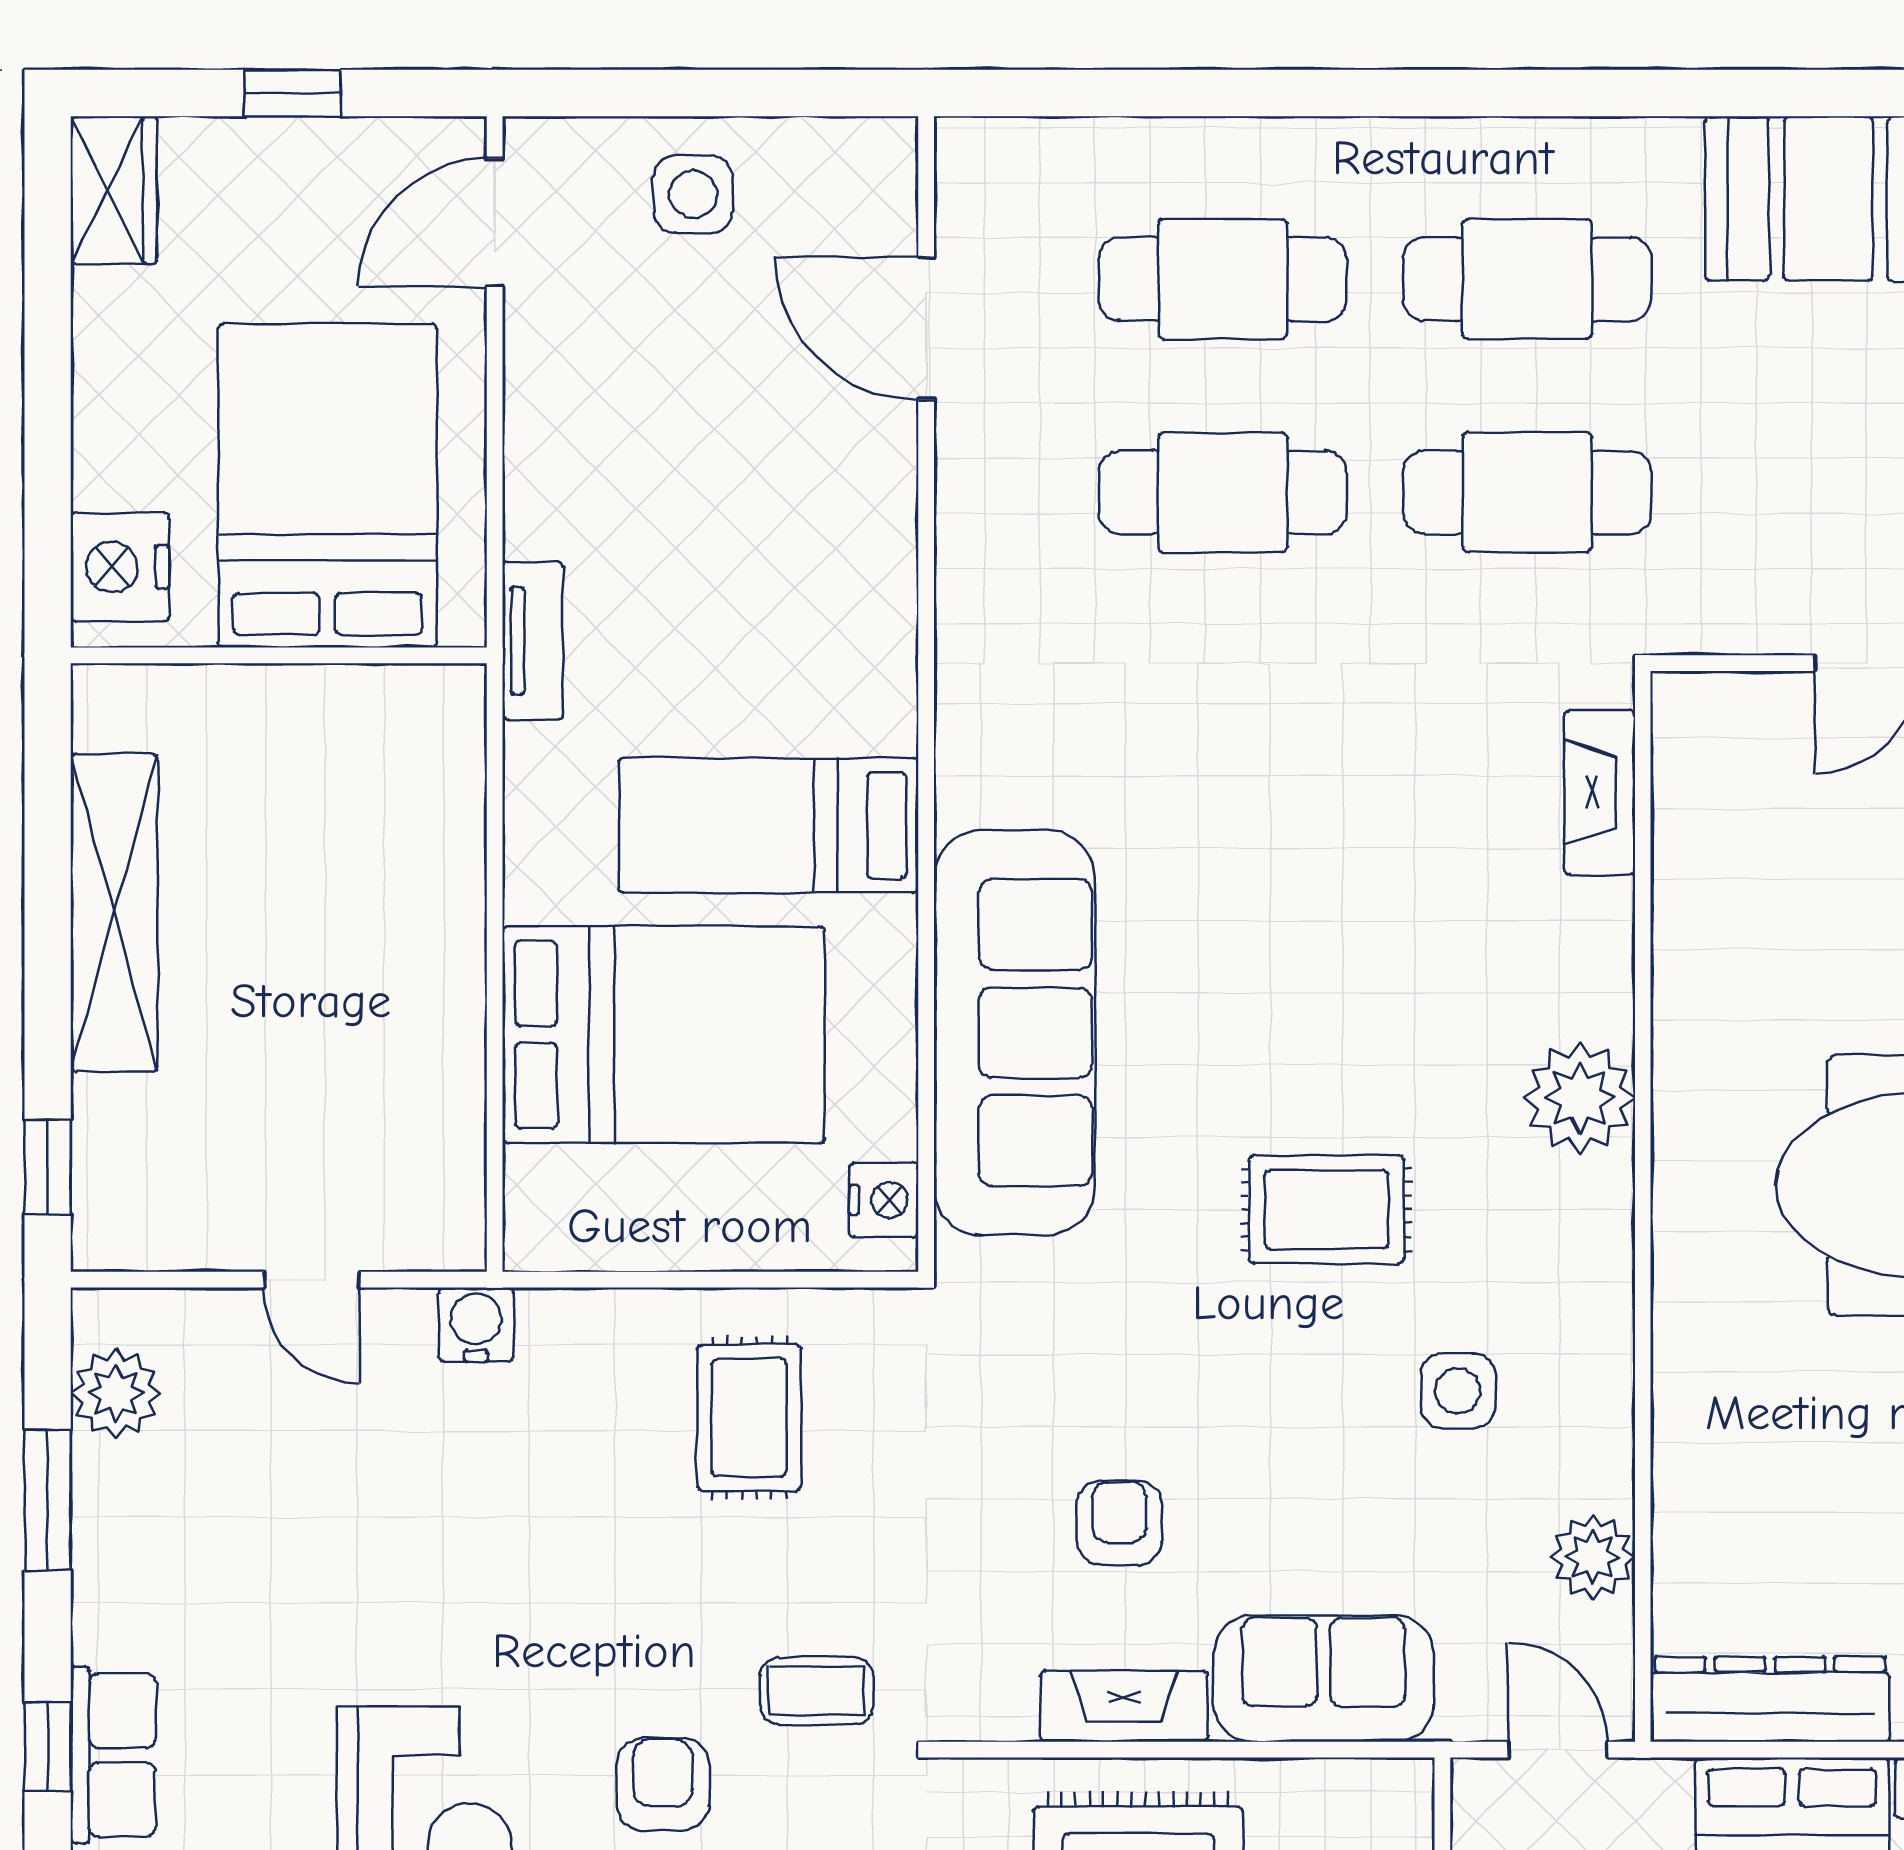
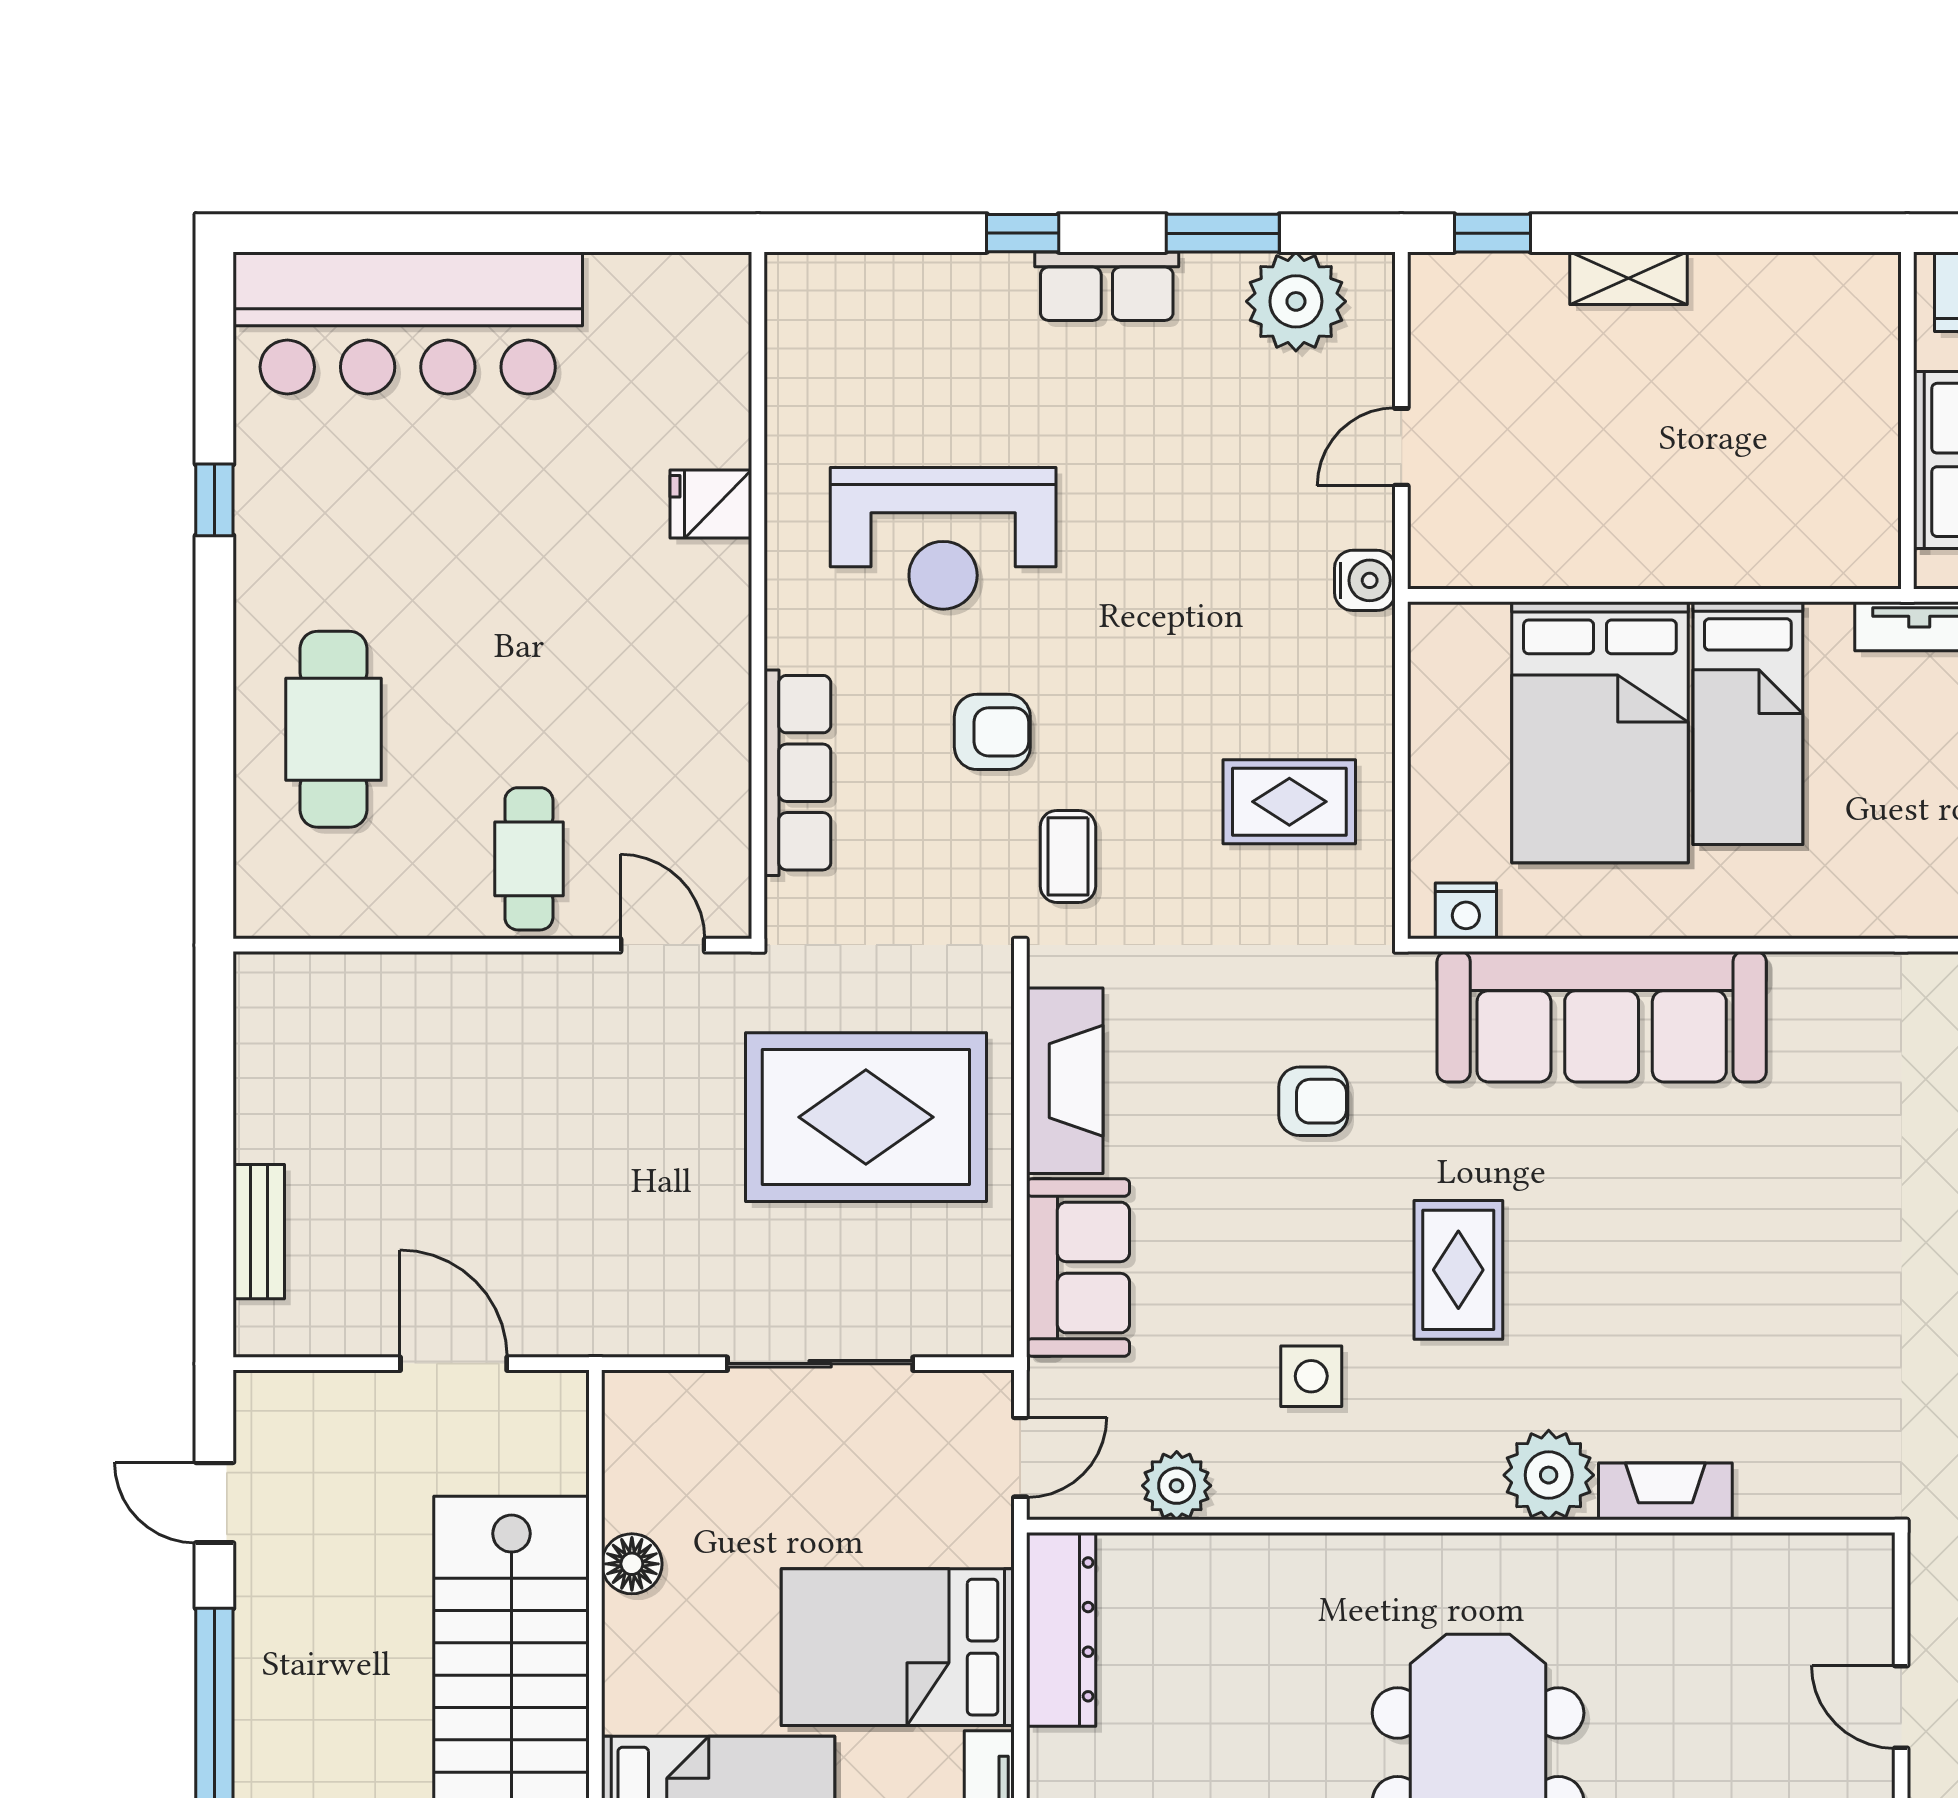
fireplace: (1600, 792) -> (1665, 1491), moved
bed: (768, 825) -> (1748, 723), moved, turned 180
shelving: (114, 913) -> (1628, 278), width x0.45, depth x0.75
plant: (116, 1393) -> (1296, 301), width x1.36, depth x1.36
armchair: (1119, 1523) -> (1313, 1101), moved
fireplace: (1124, 1706) -> (1065, 1081), width x1.37, depth x1.32
row of seats: (113, 1755) -> (1107, 286), moved

